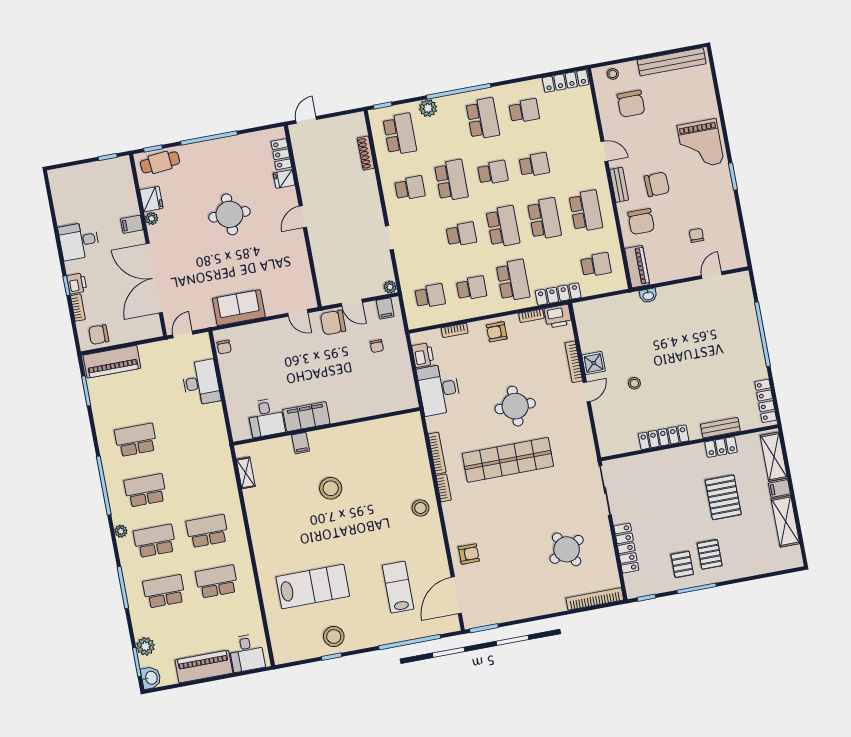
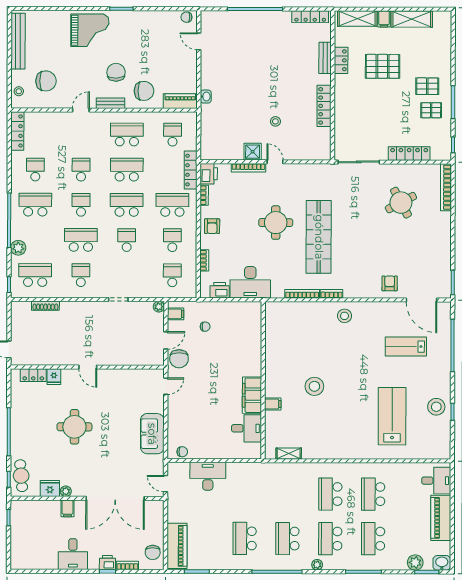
chair: (696, 235) -> (186, 17), moved

